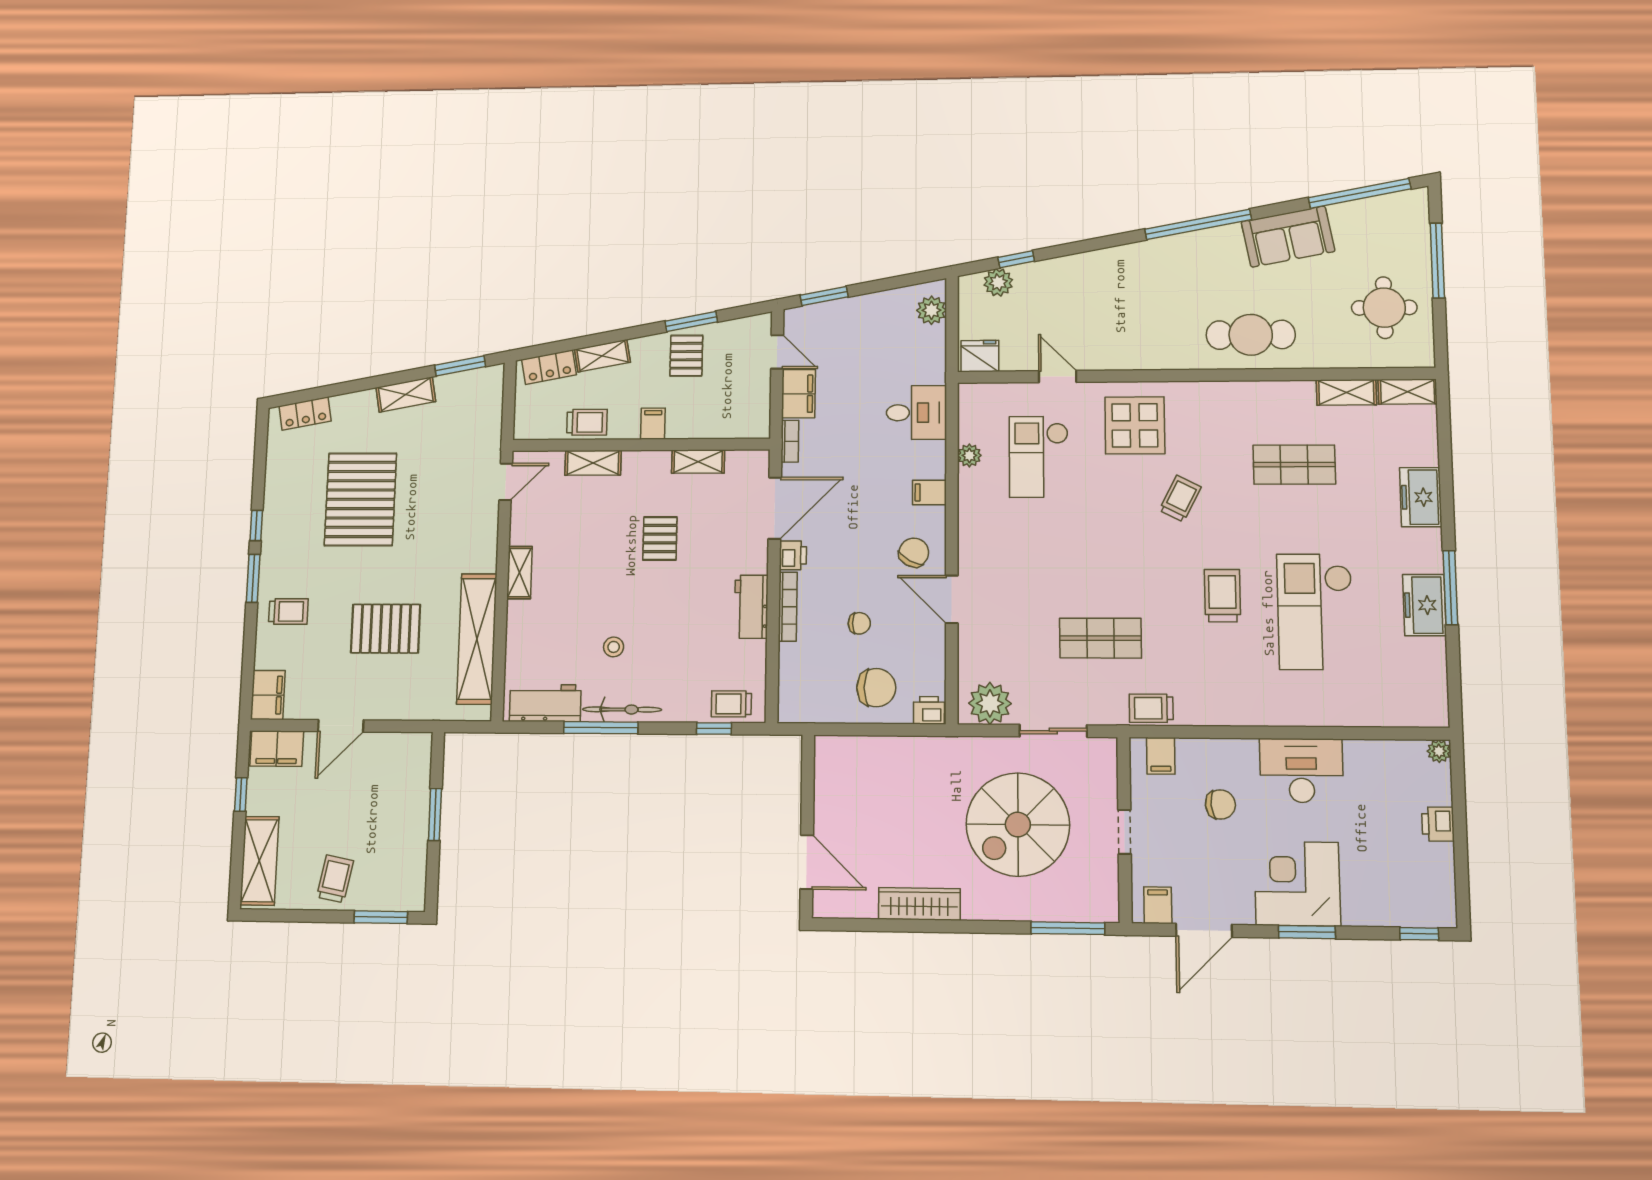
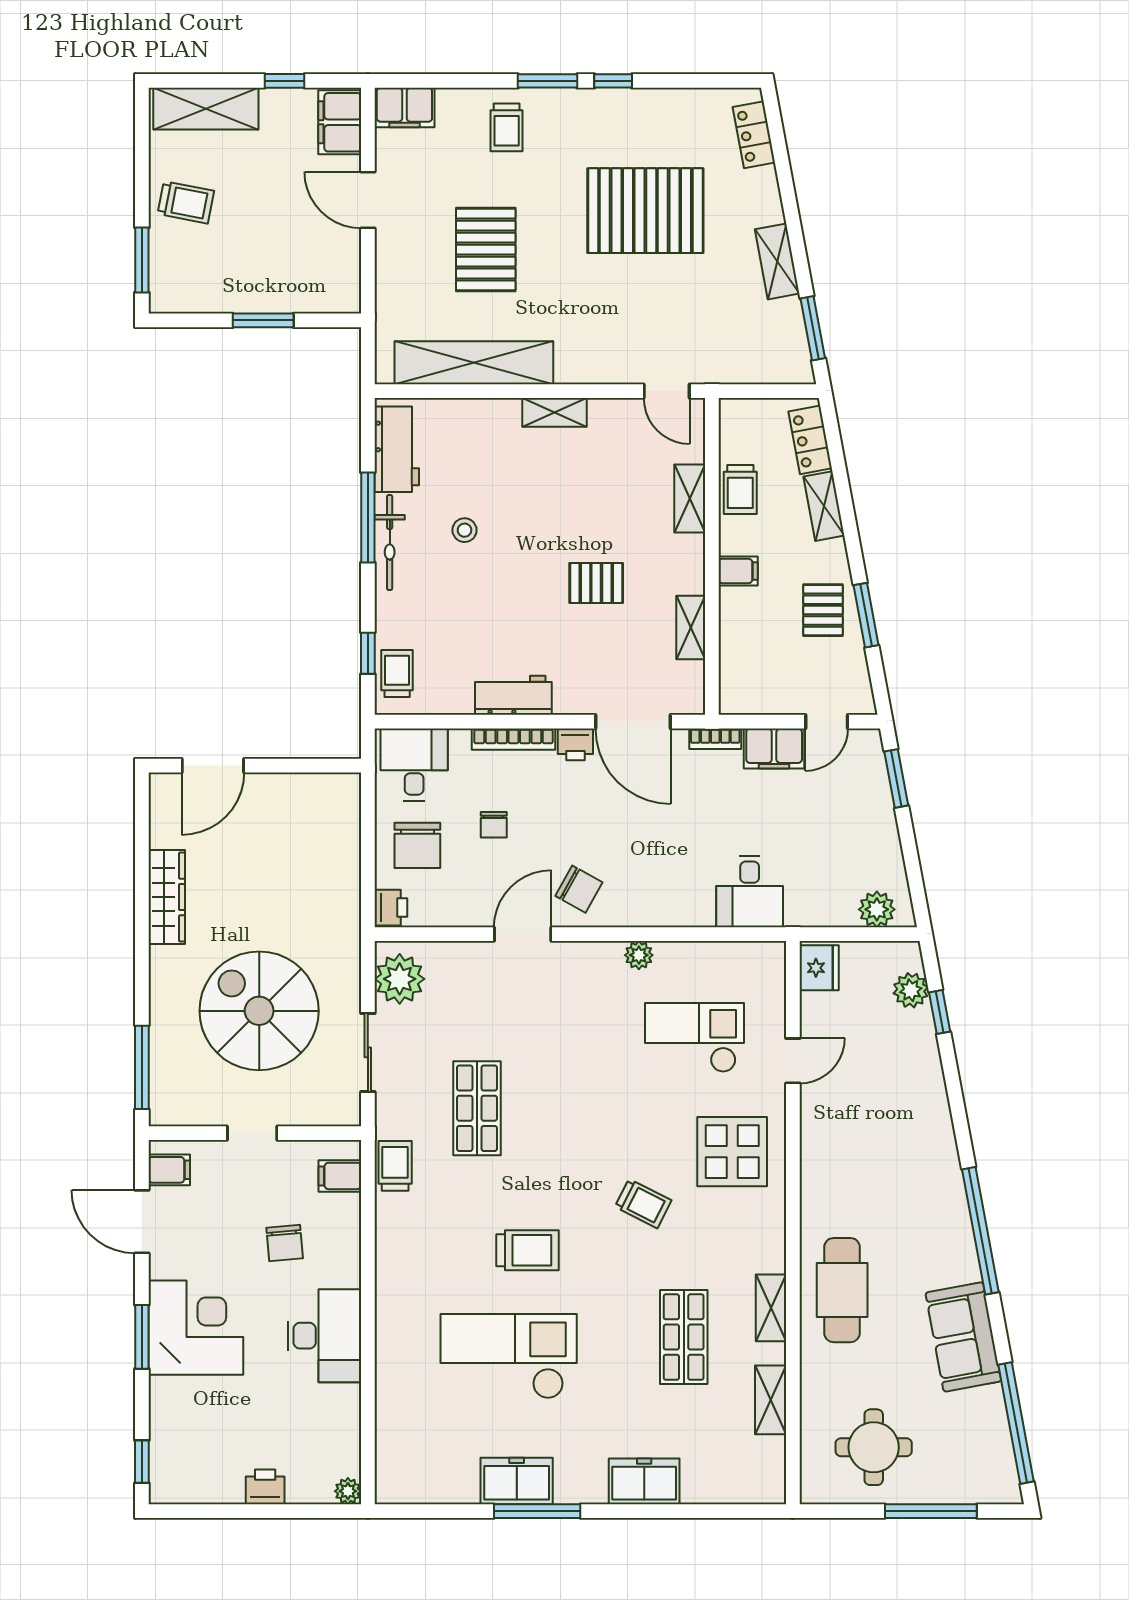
pallet: (686, 356) -> (823, 610), turned 90
shelving: (1408, 392) -> (771, 1308), moved
plant: (969, 455) -> (639, 955), moved
filing cabinet: (929, 492) -> (652, 907), removed
desk: (808, 690) -> (414, 765), added

